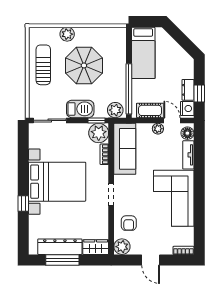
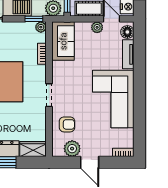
plant: (99, 133) -> (41, 27), width x0.53, depth x0.53
sofa: (125, 149) -> (63, 41), width x0.73
armchair: (129, 223) -> (67, 124), turned -90
plant: (122, 247) -> (72, 149), moved

